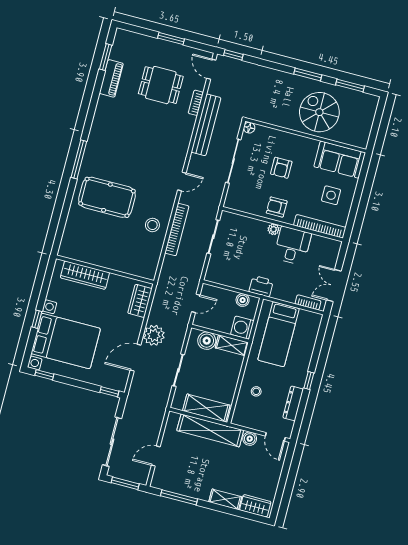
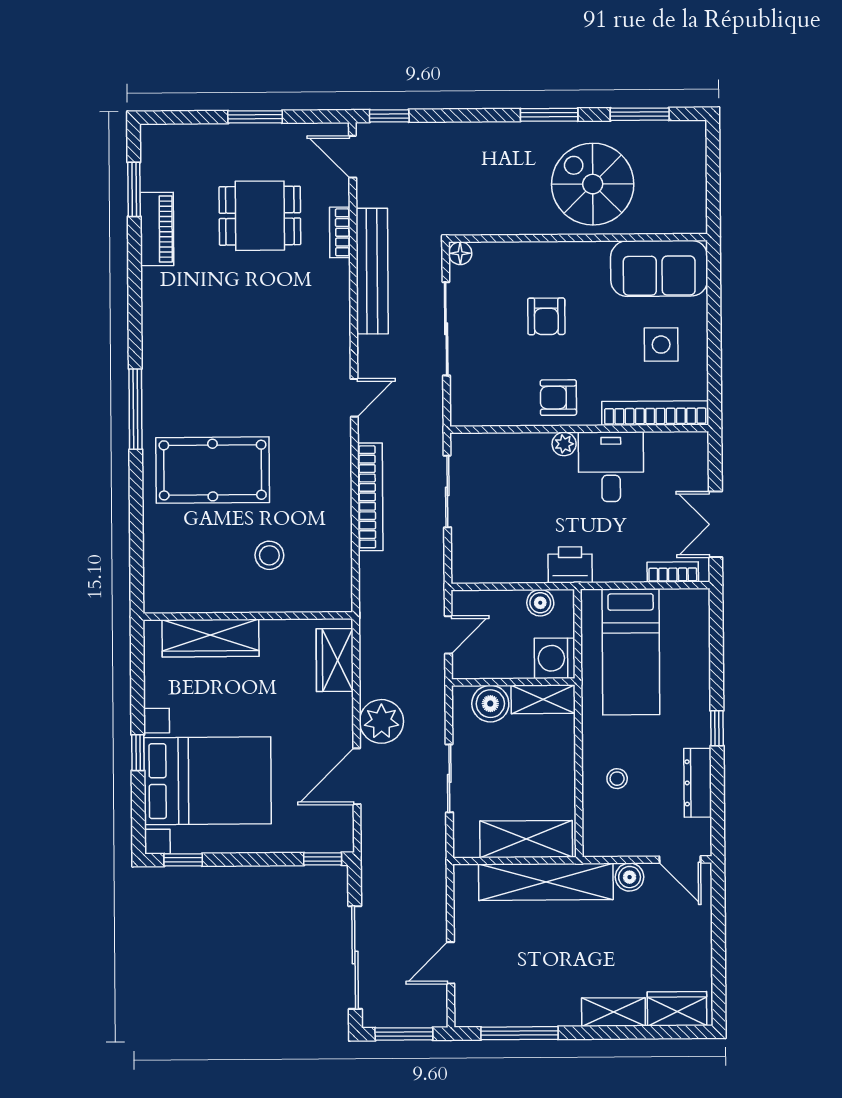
stool: (152, 225) -> (269, 555), moved

